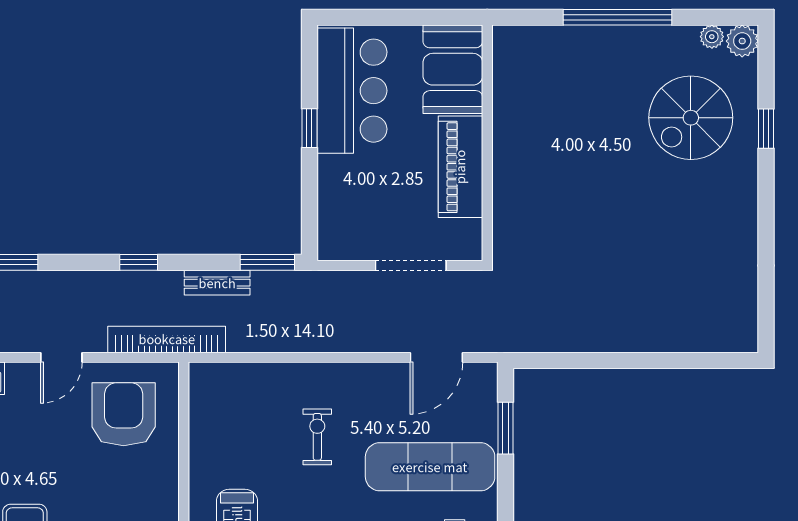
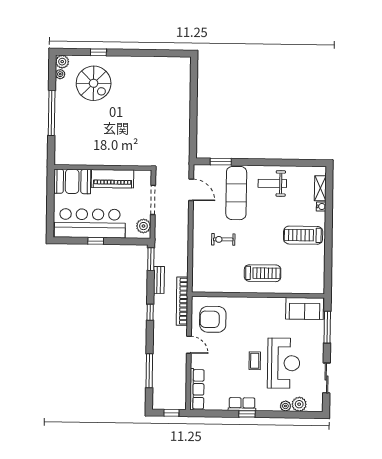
bar counter: (352, 91) -> (90, 223), width x1.36
plant: (347, 243) -> (143, 226), added

